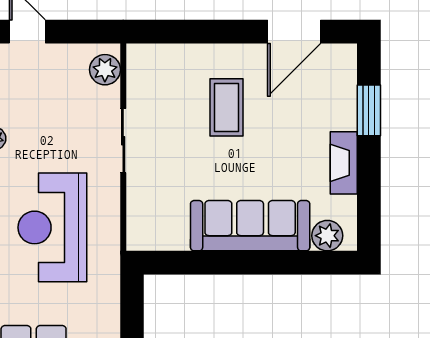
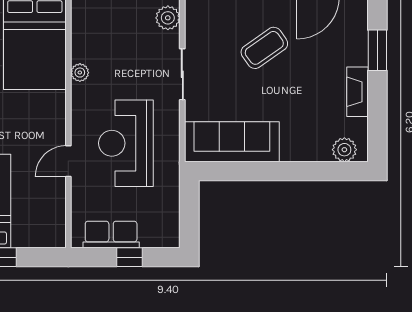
coffee table: (226, 107) -> (264, 48), turned 55
sofa: (250, 226) -> (232, 142), moved

